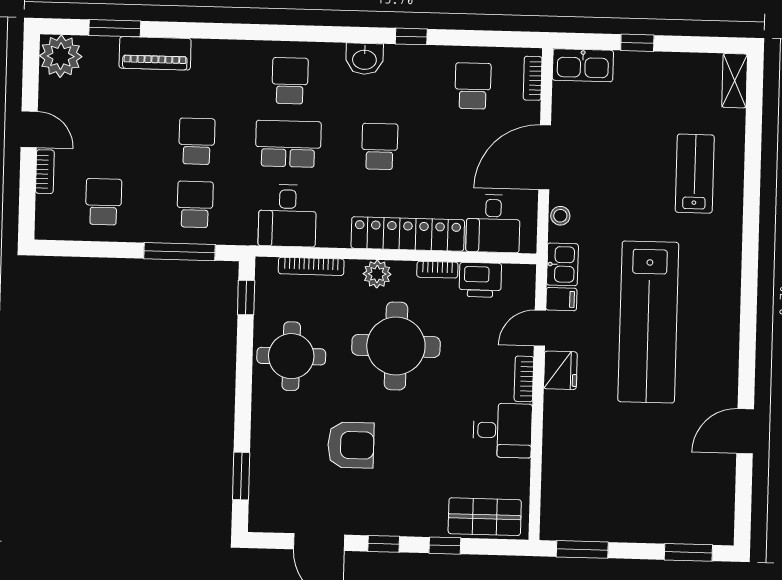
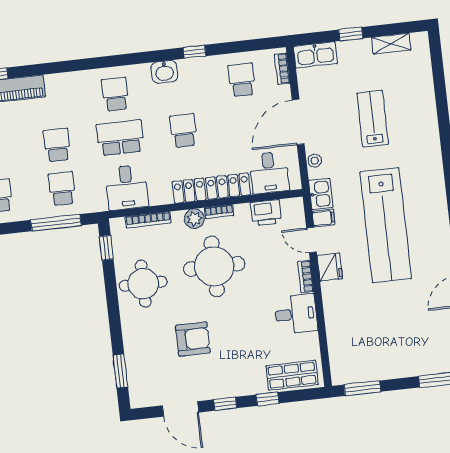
shelving: (735, 81) -> (391, 44), moved, turned 90
lab bench: (695, 174) -> (373, 119), moved
bookcase: (437, 270) -> (219, 212), moved
door: (540, 328) -> (312, 240), hinge flipped

